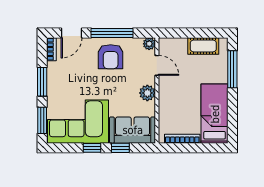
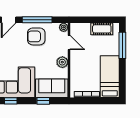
armchair: (111, 57) -> (36, 36), turned 90
window: (92, 148) -> (11, 101), moved

